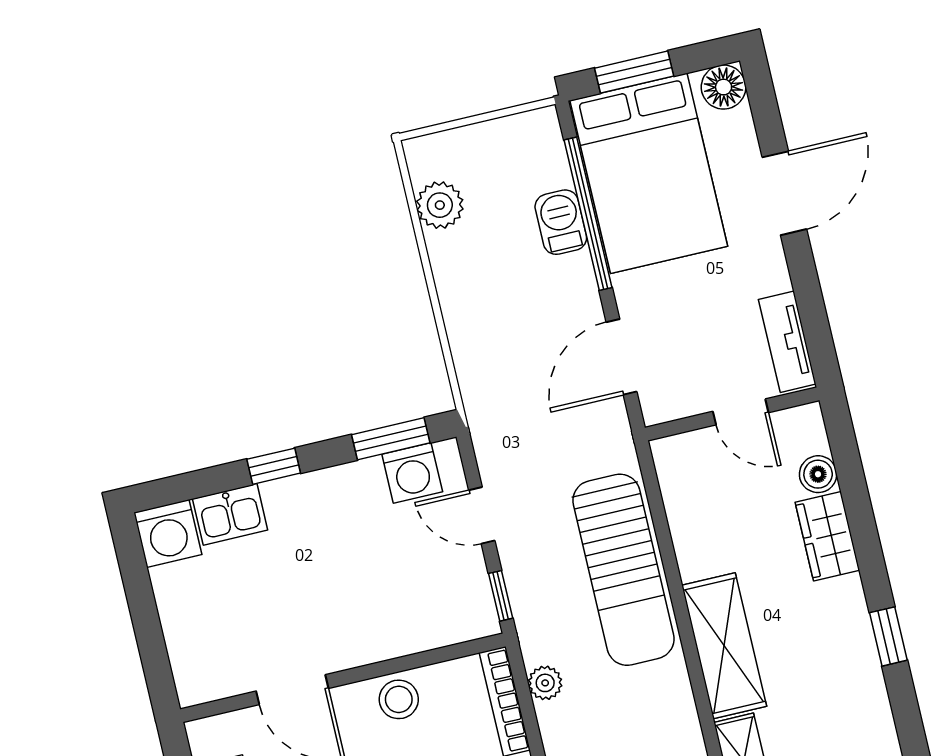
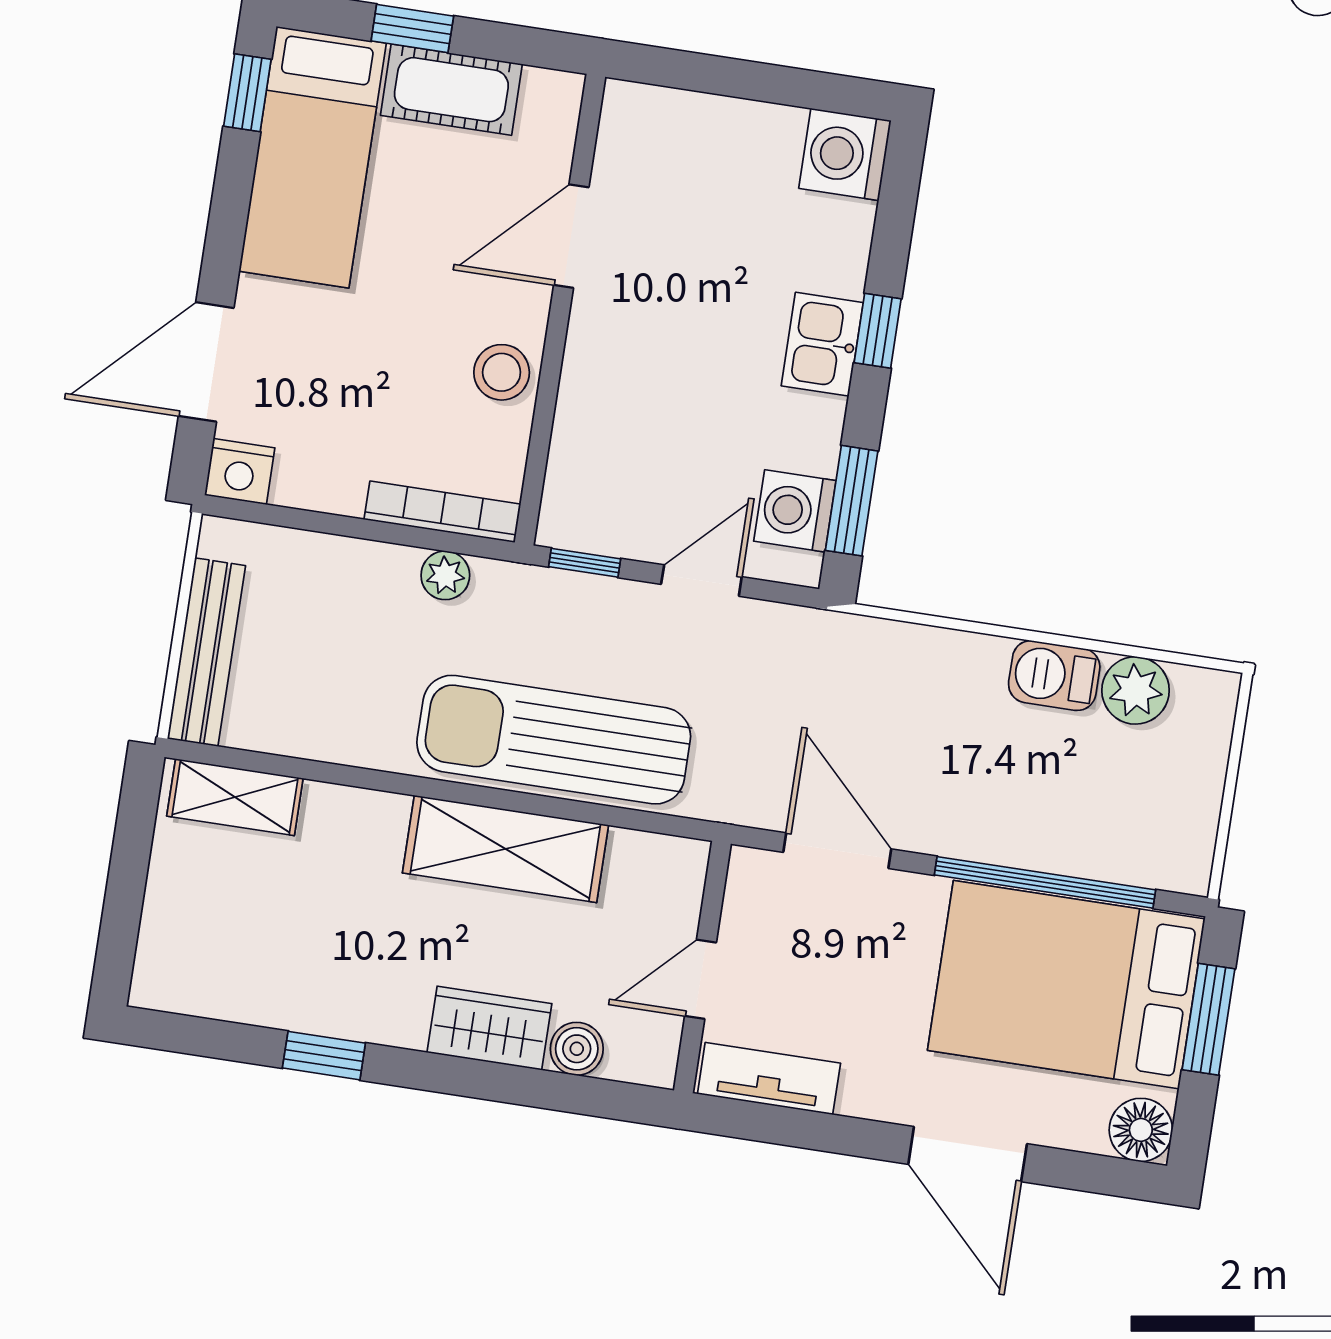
barbecue: (561, 222) -> (1054, 676), moved, turned 180
kitchen sink: (230, 514) -> (822, 344), moved
shelving: (724, 646) -> (505, 849), moved

